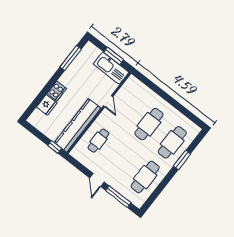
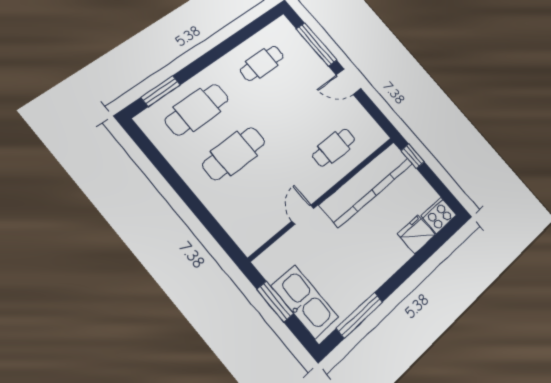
kitchen sink: (111, 68) -> (305, 302), moved
cooker: (57, 91) -> (439, 215), moved
window: (182, 160) -> (161, 91), moved
cafe table: (145, 177) -> (262, 63), width x0.73, depth x0.74
door: (97, 180) -> (348, 82), swing flipped

